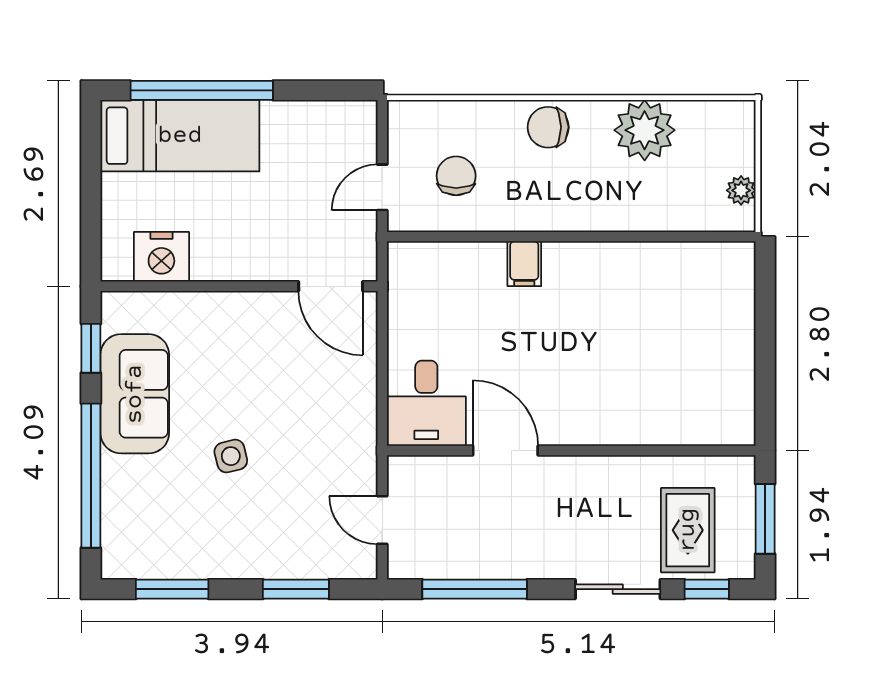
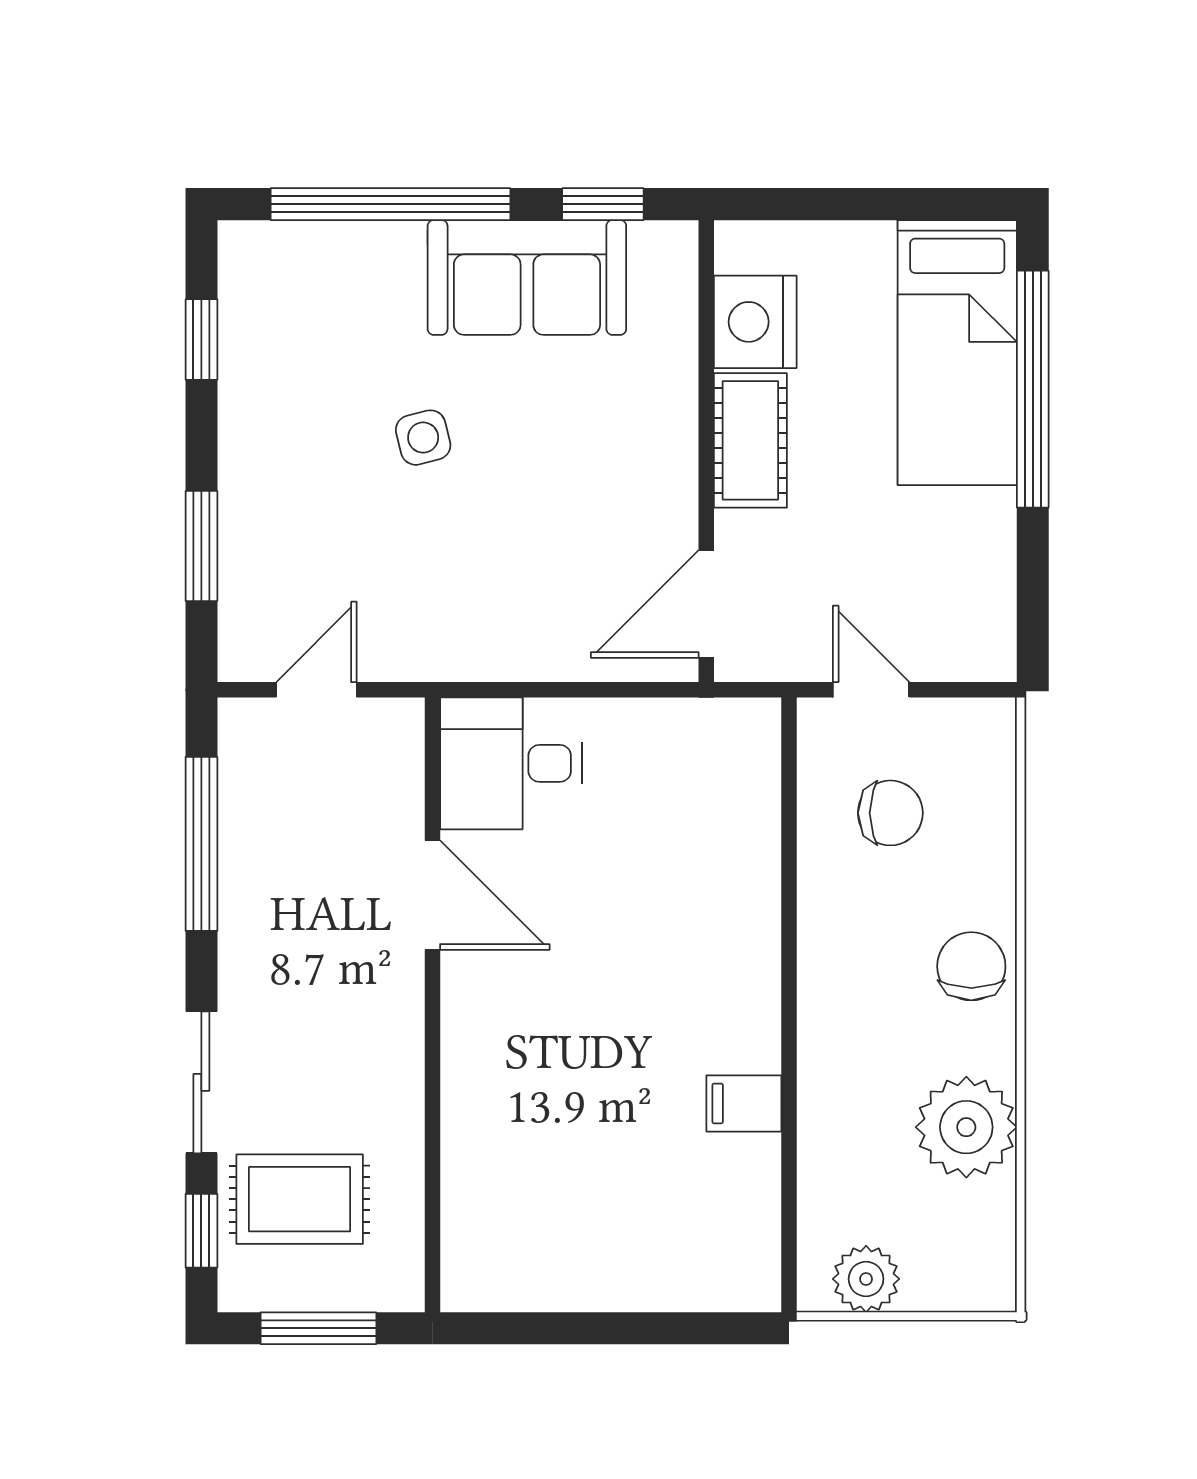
plant: (741, 190) -> (866, 1279), width x1.38, depth x1.38
cot: (233, 260) -> (750, 440), added
filing cabinet: (524, 264) -> (744, 1103), moved
door: (505, 450) -> (432, 895), hinge flipped
window: (172, 589) -> (201, 339), width x0.67

